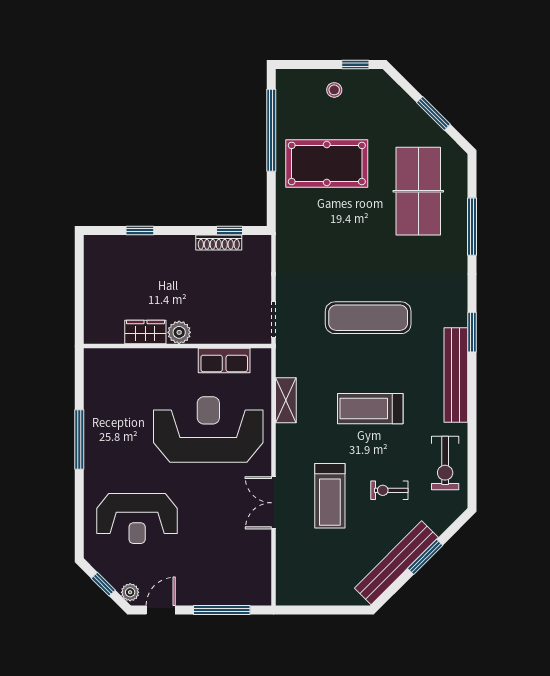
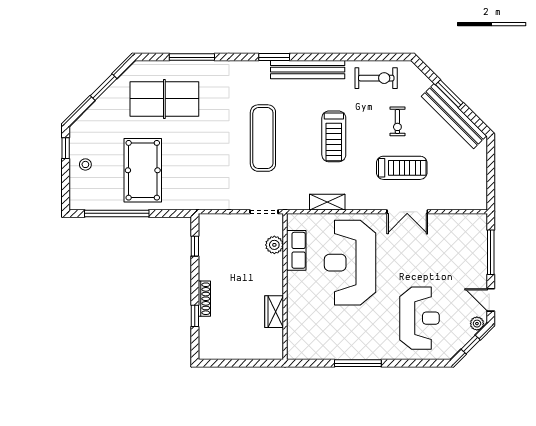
shoe rack: (219, 243) -> (204, 299), moved
plant: (179, 332) -> (274, 245), moved

